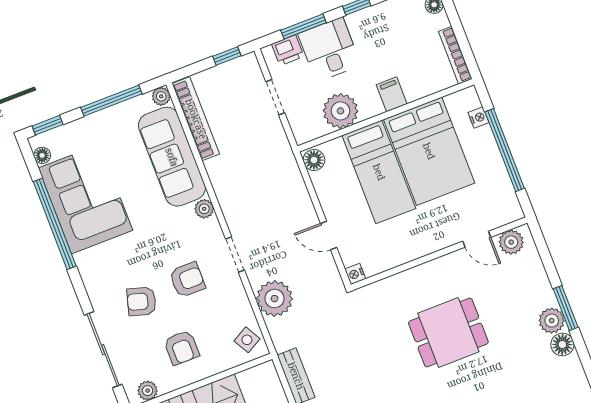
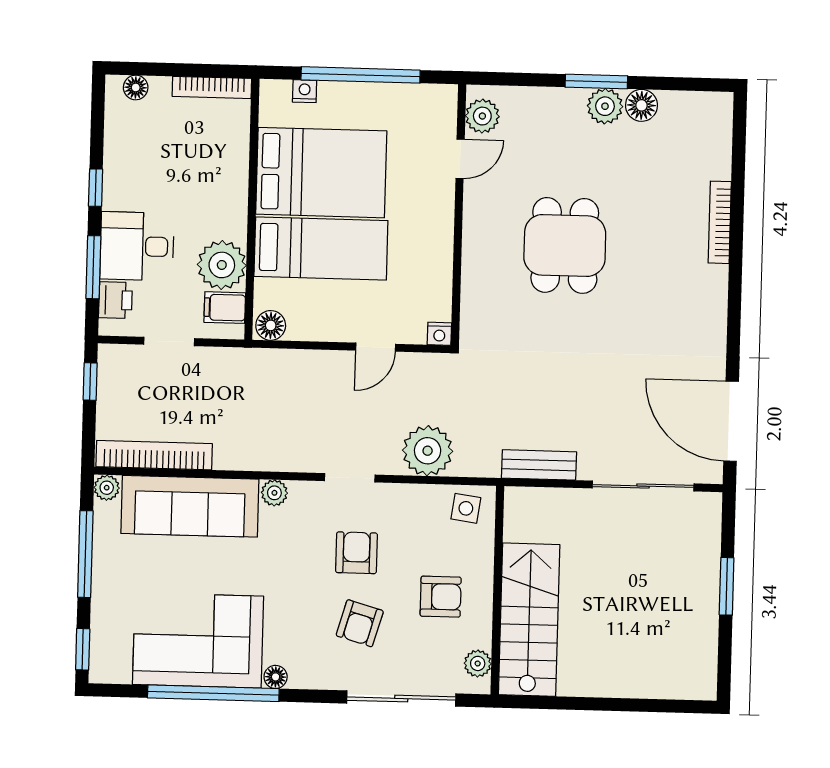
filing cabinet: (392, 94) -> (225, 308), moved
floor lamp: (42, 155) -> (276, 677), moved
side table: (247, 340) -> (466, 508), turned 37

